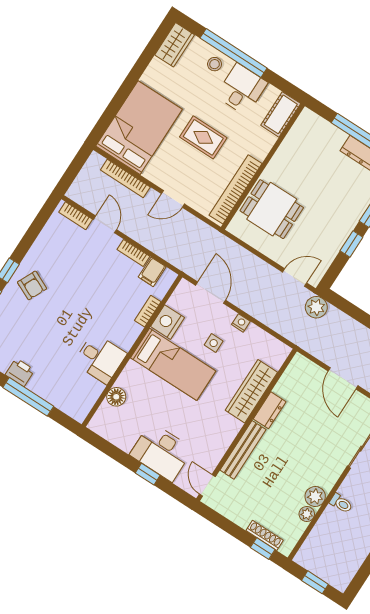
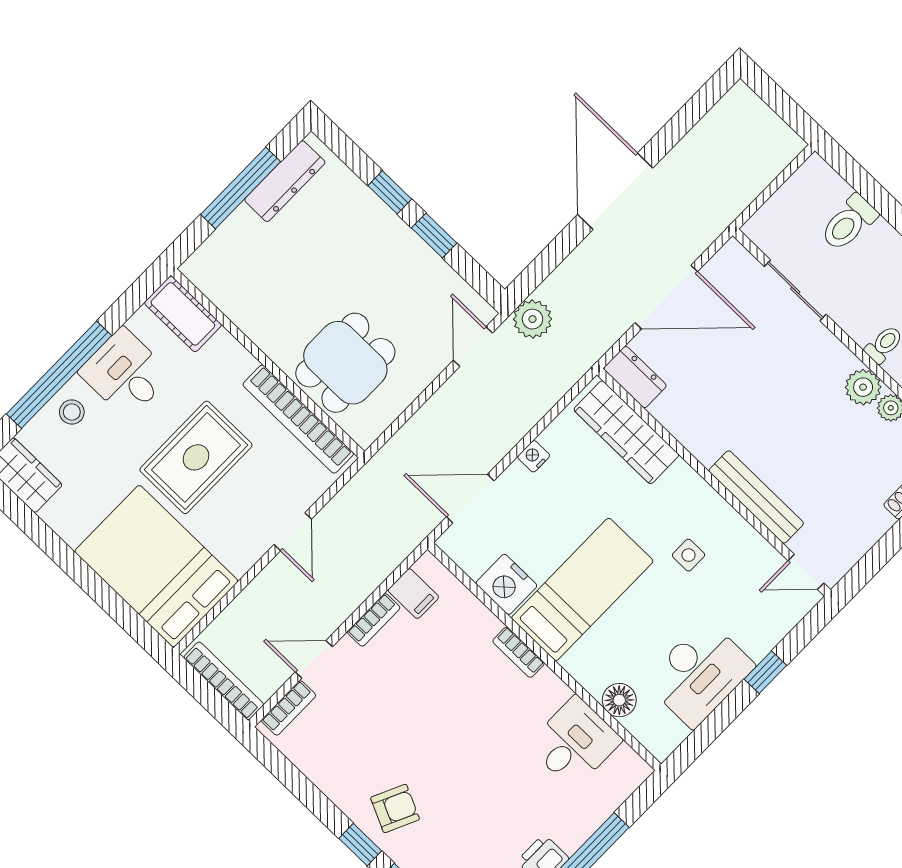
rug: (203, 137) -> (196, 457), width x1.36, depth x1.43
bookcase: (125, 179) -> (224, 681), moved, turned -90
bookcase: (148, 311) -> (519, 652), moved
side table: (214, 343) -> (689, 555), moved
desk: (100, 358) -> (575, 743), moved
door: (343, 378) -> (666, 297), width x1.36
wardrobe: (251, 391) -> (626, 432), moved
dresser: (270, 410) -> (635, 377), moved
desk: (161, 452) -> (699, 673), moved

